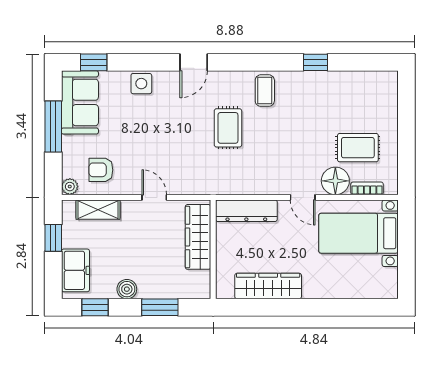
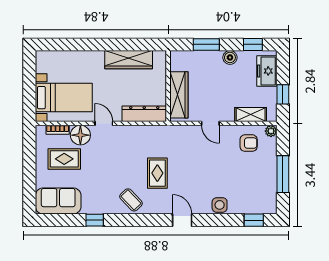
door: (194, 62) -> (182, 220), hinge flipped
coffee table: (265, 91) -> (131, 200), turned -44
sofa: (80, 102) -> (58, 201), moved, turned 90

